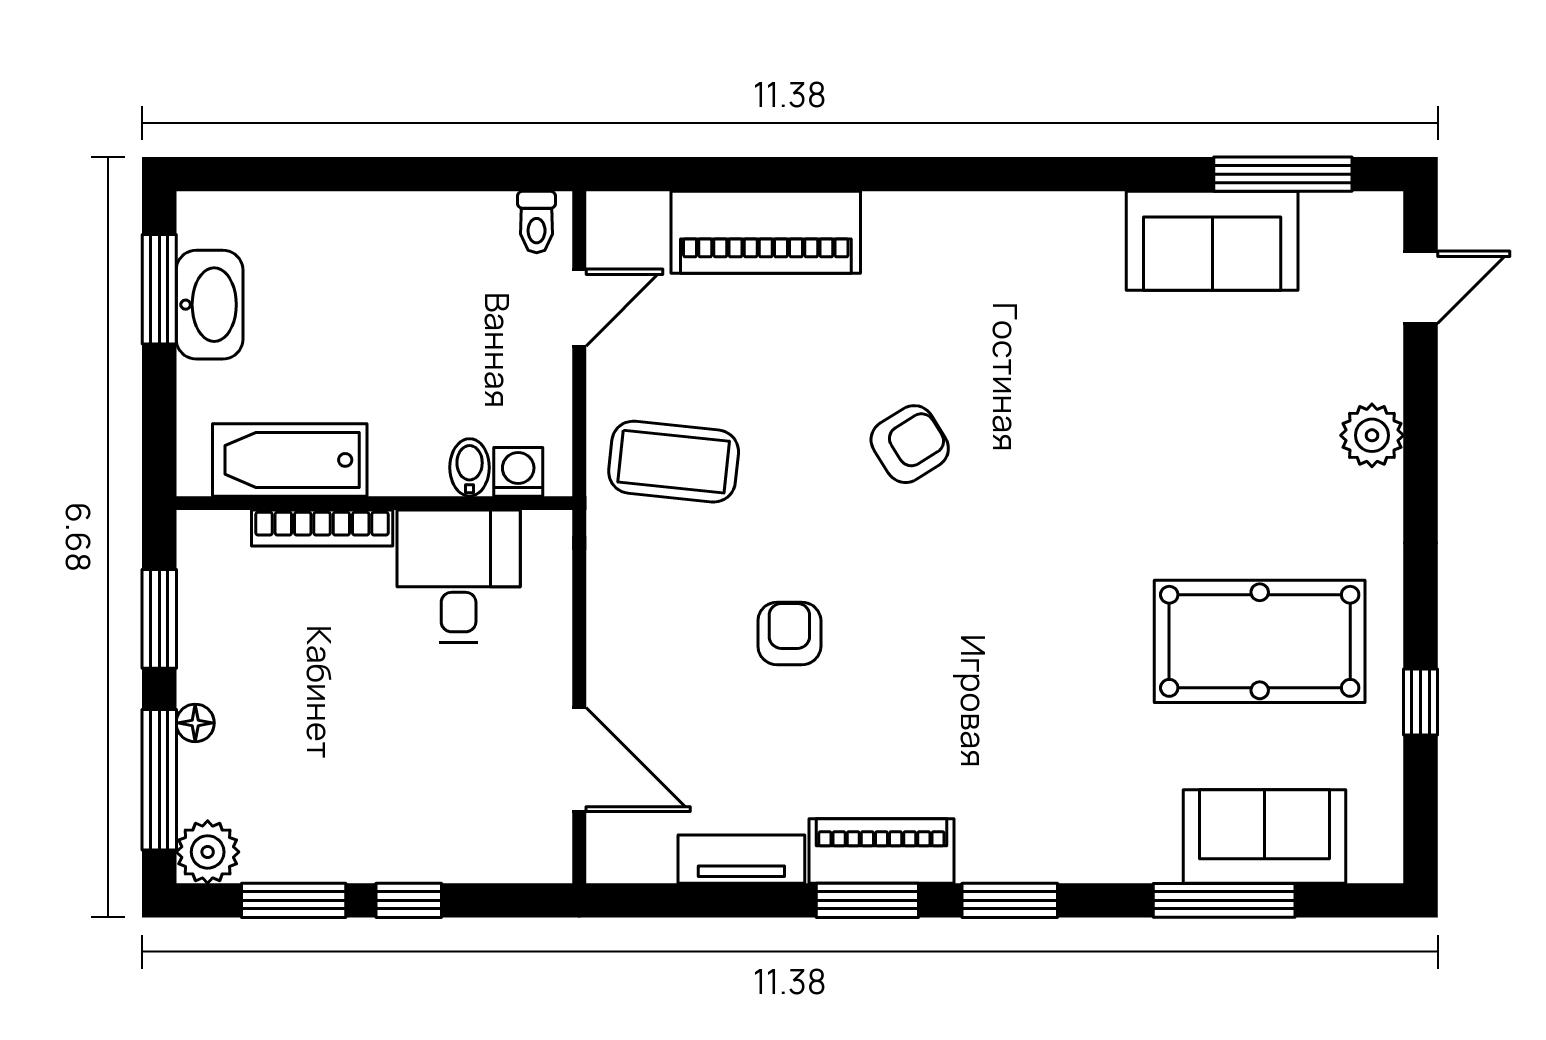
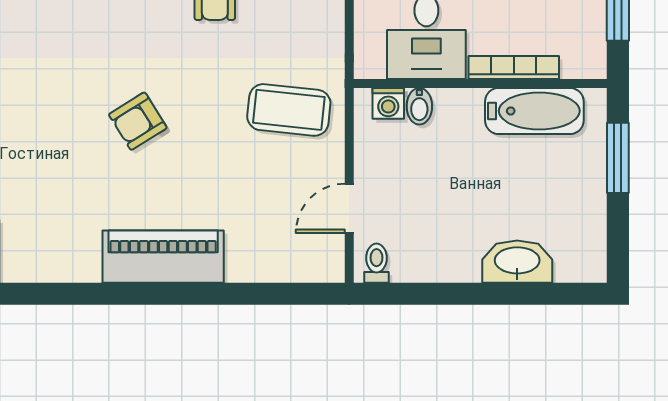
piano: (766, 232) -> (163, 257), moved
window: (159, 289) -> (618, 158), moved
washbasin: (210, 305) -> (517, 262), moved, turned 90

